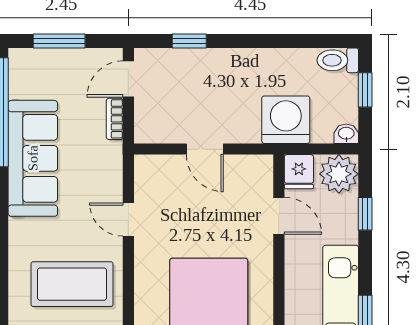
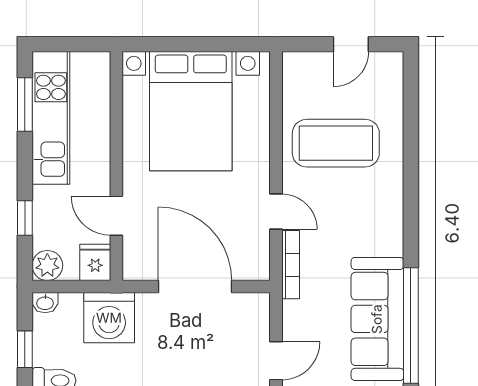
bookcase: (115, 119) -> (291, 265), moved, width x1.56
door: (205, 149) -> (195, 286), width x1.87
sofa: (33, 158) -> (377, 319), moved
plant: (339, 174) -> (47, 265), width x0.73, depth x0.73

